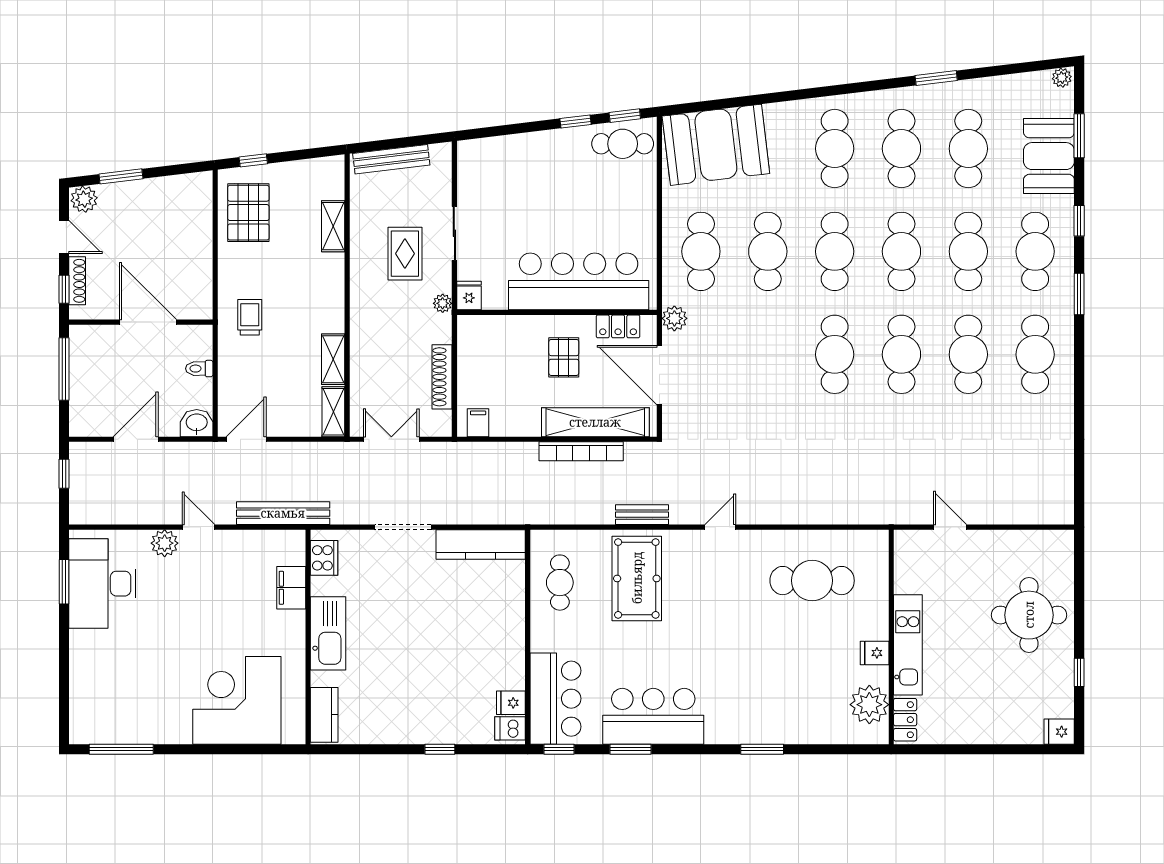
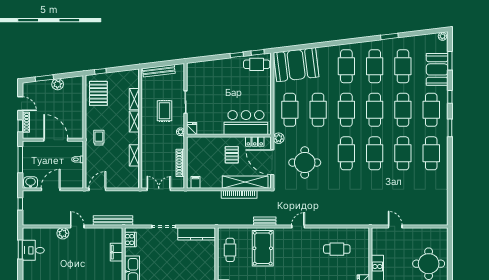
plant: (84, 199) -> (58, 84), moved
bar counter: (579, 281) -> (246, 123), width x0.73
round table: (736, 376) -> (305, 163), added
shelving: (333, 412) -> (134, 121), moved
washbasin: (197, 423) -> (31, 182), moved
cafe table: (812, 581) -> (337, 249), width x0.73, depth x0.74
desk: (102, 584) -> (33, 250), width x0.53, depth x0.77

